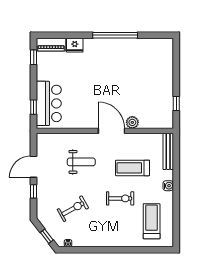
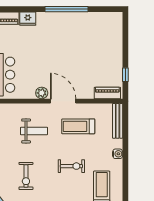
plant: (132, 122) -> (42, 93), moved
piano: (157, 123) -> (107, 93), added
treadmill: (133, 168) -> (78, 126), moved
exercise bike: (73, 209) -> (26, 176), turned 119

